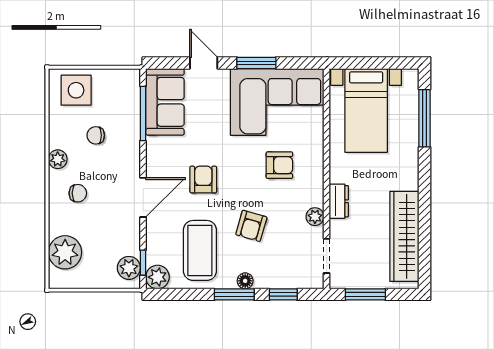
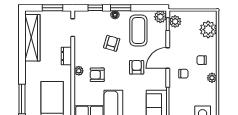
chair: (96, 135) -> (183, 74), moved
armchair: (203, 179) -> (137, 67), turned 180
plant: (315, 217) -> (79, 71), moved

